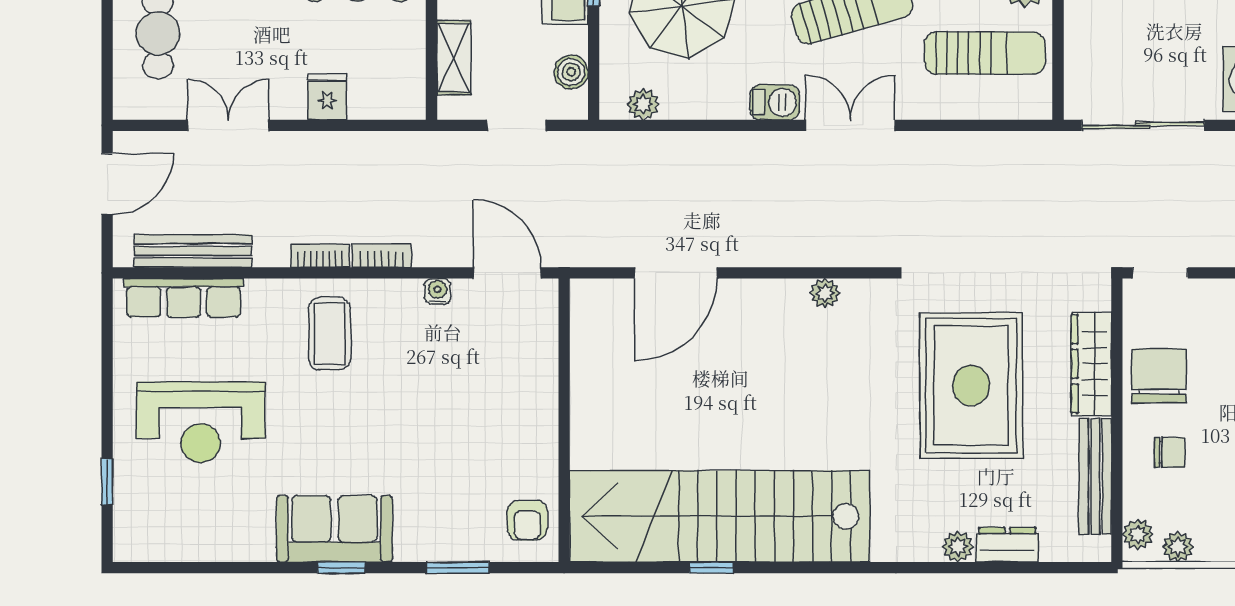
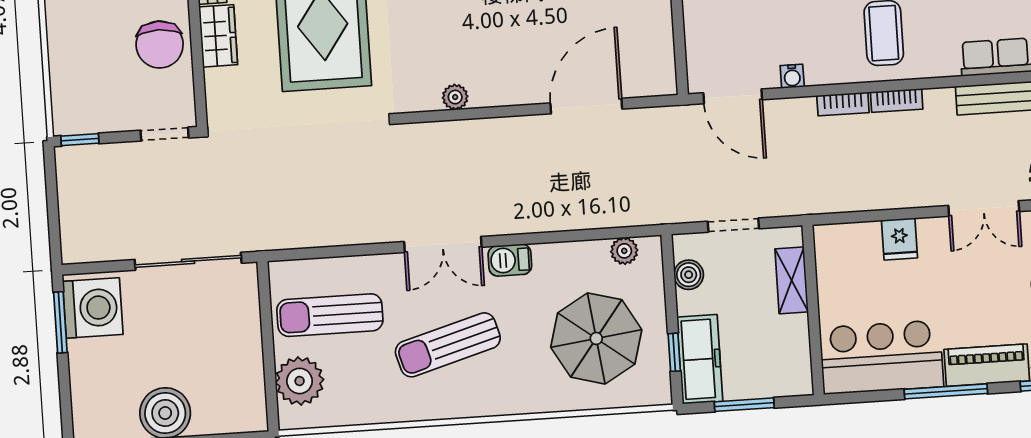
wardrobe: (1091, 364) -> (218, 36), width x0.67

